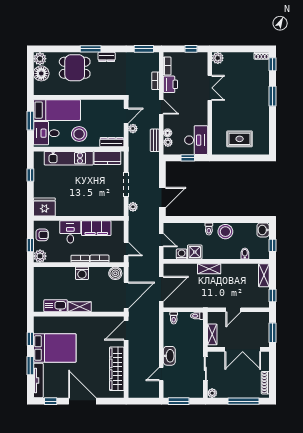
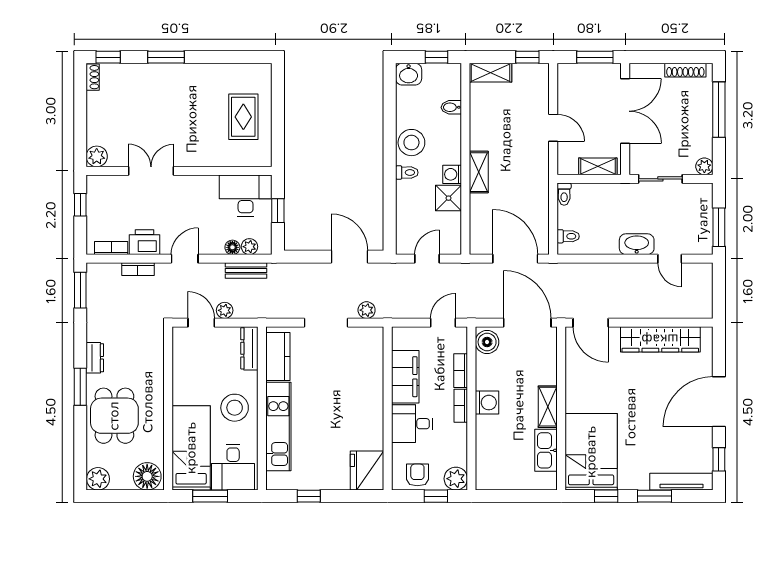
floor lamp: (41, 73) -> (147, 476), moved
washing machine: (182, 254) -> (452, 174), moved
bed: (55, 348) -> (591, 452), moved

